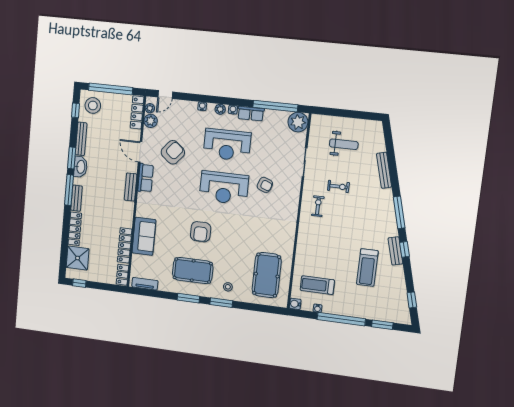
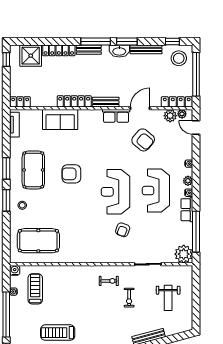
locker: (125, 245) -> (74, 101), moved

